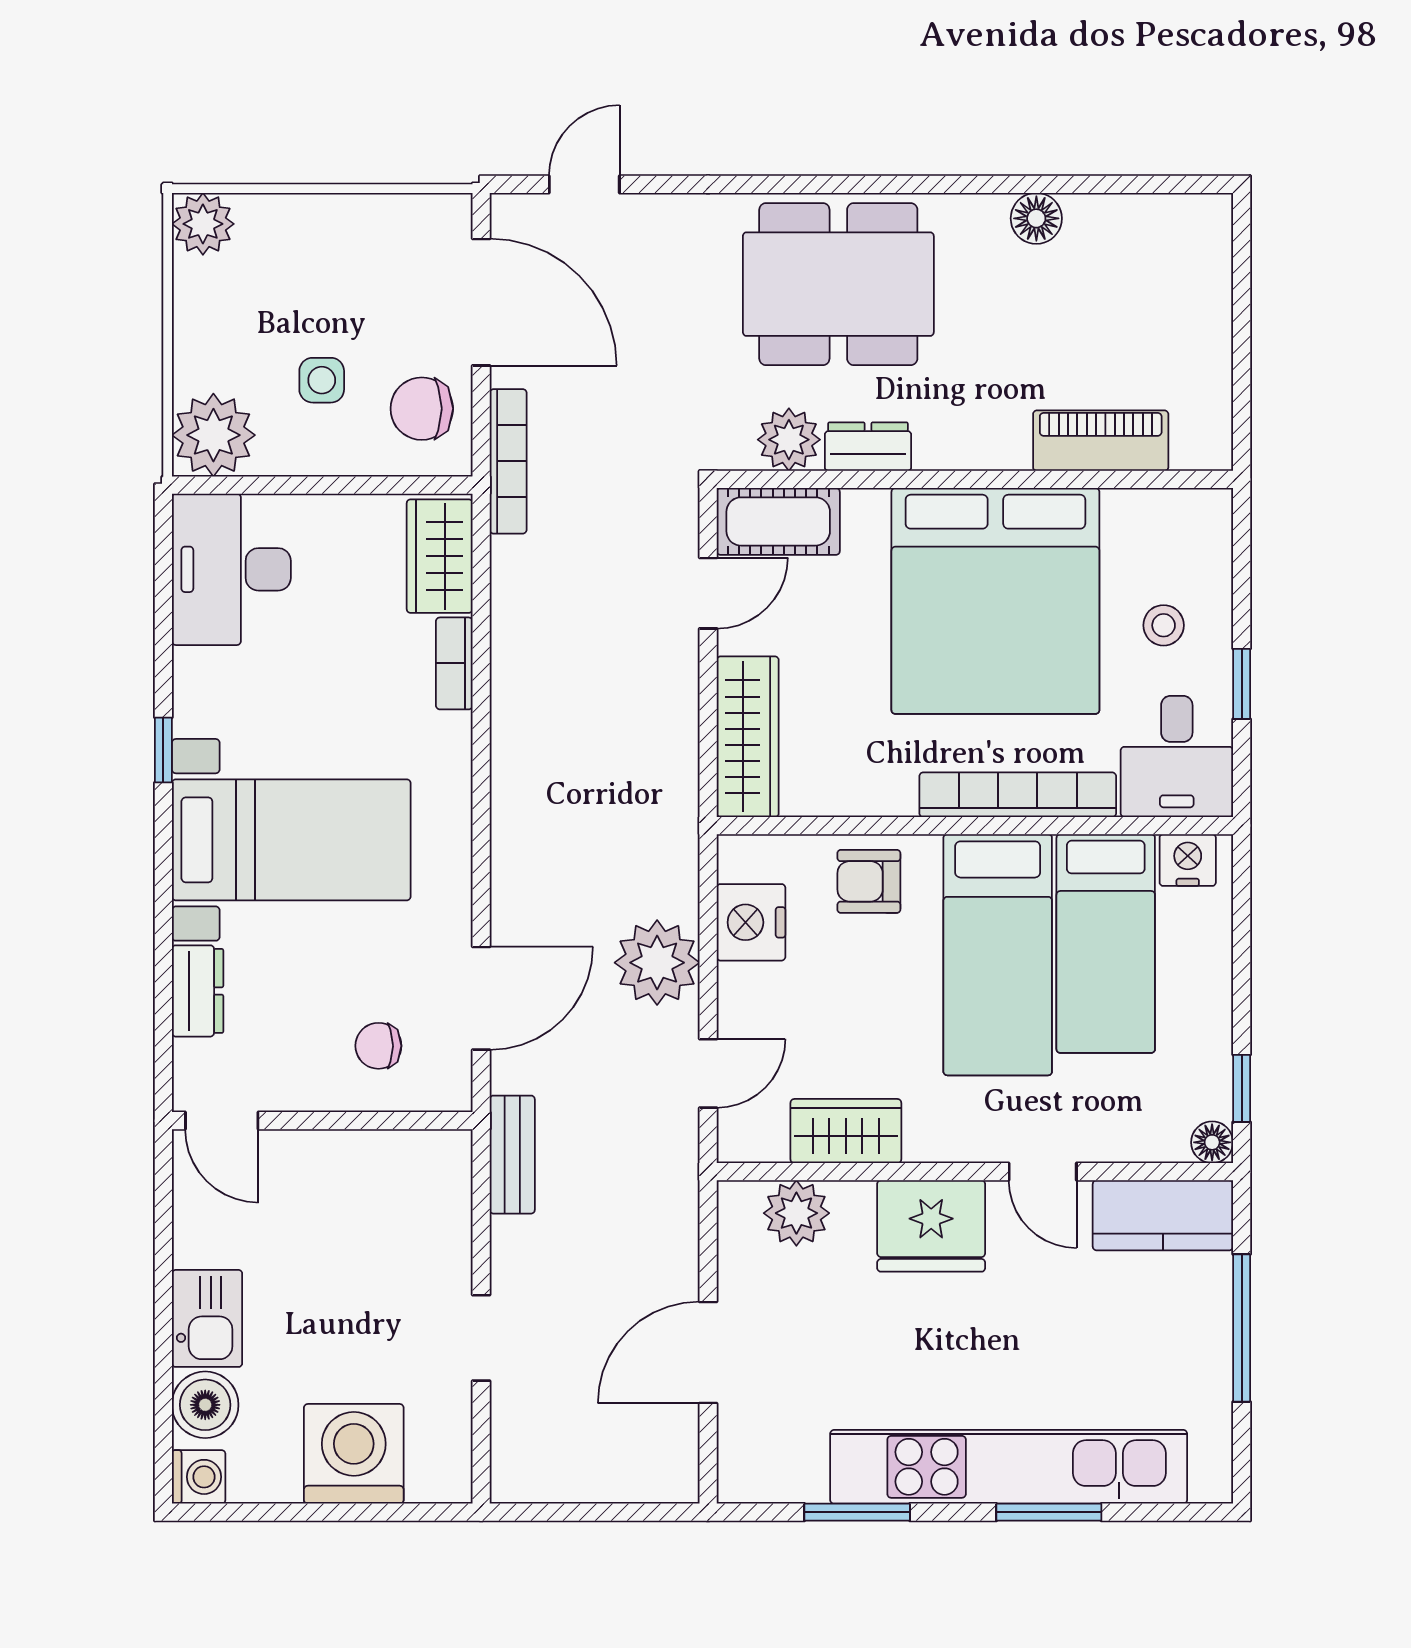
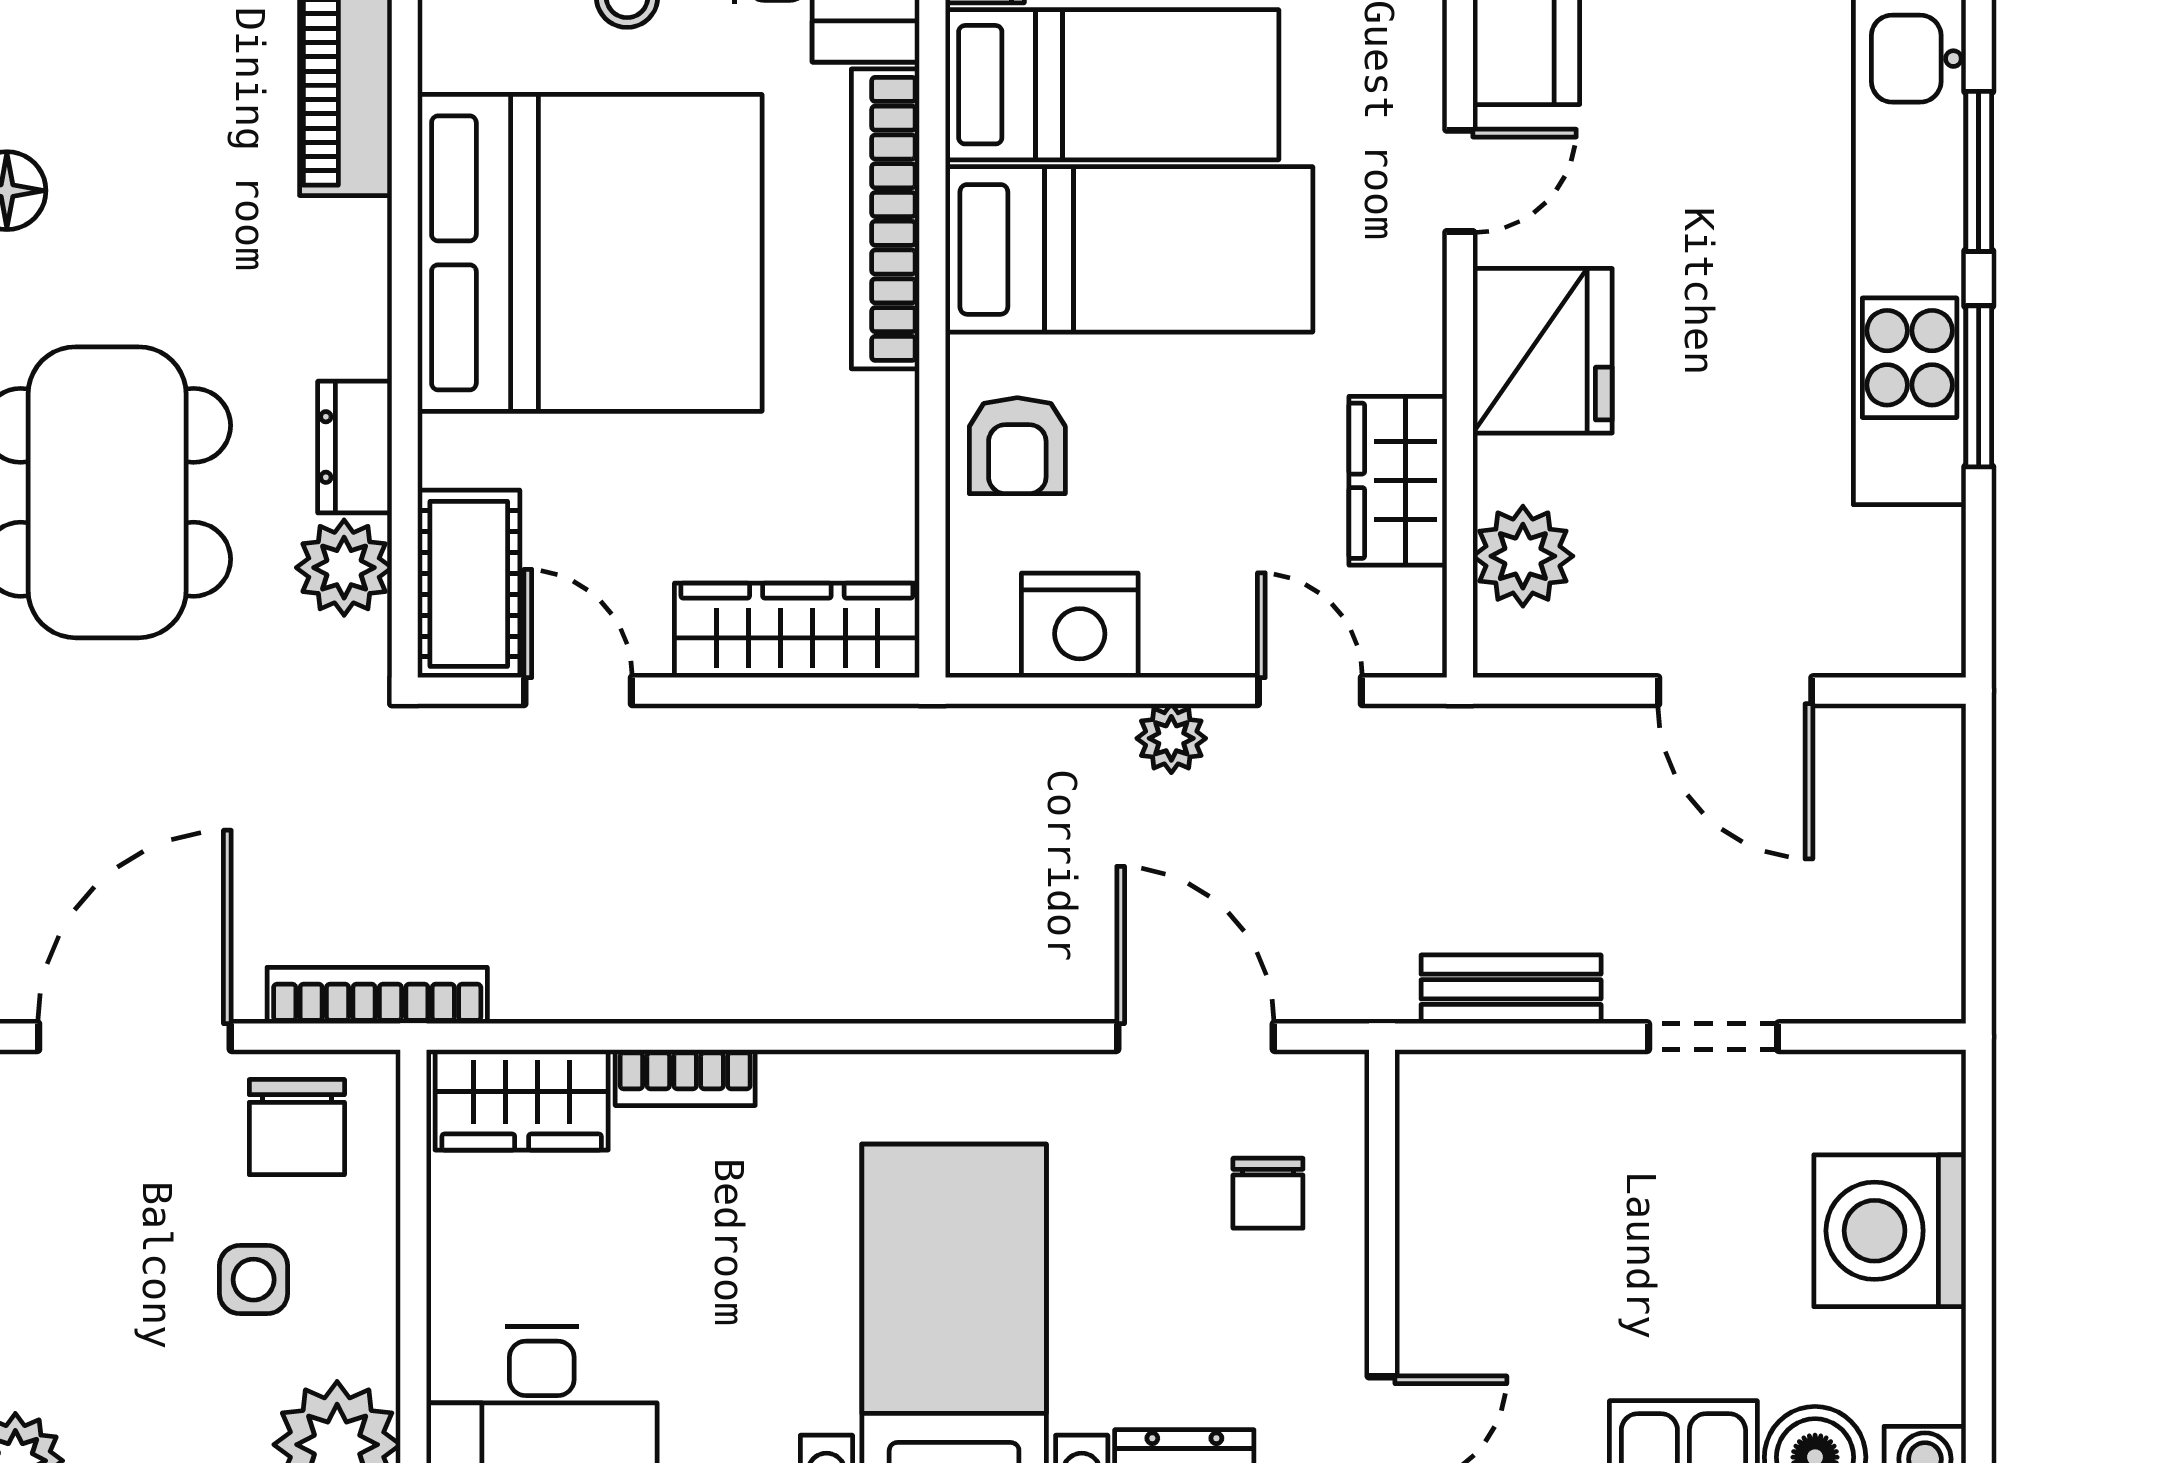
plant: (657, 963) -> (1171, 738), width x0.53, depth x0.53
bench: (512, 1155) -> (1511, 989), moved
window: (857, 1512) -> (1979, 386), moved

